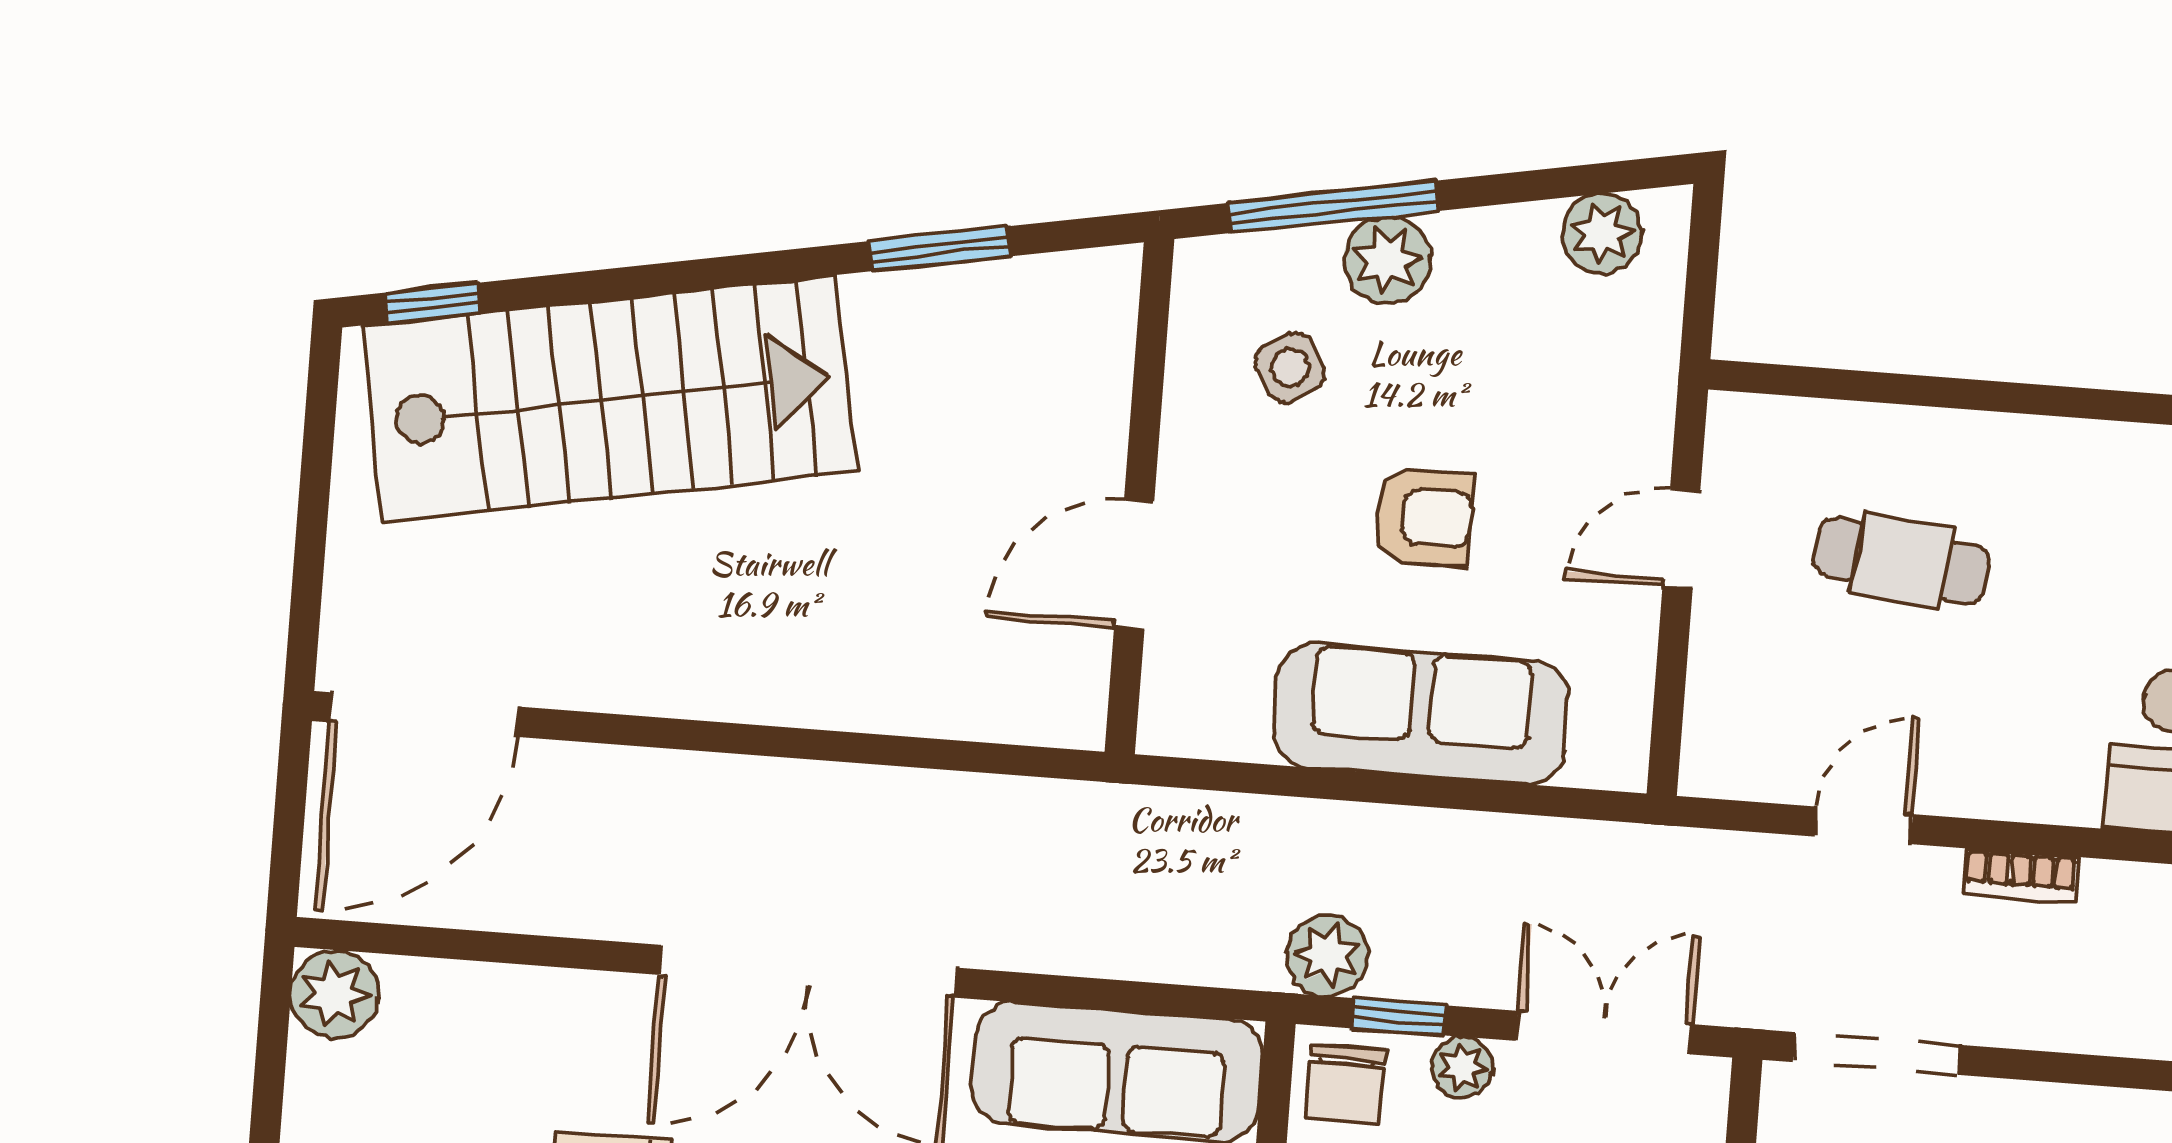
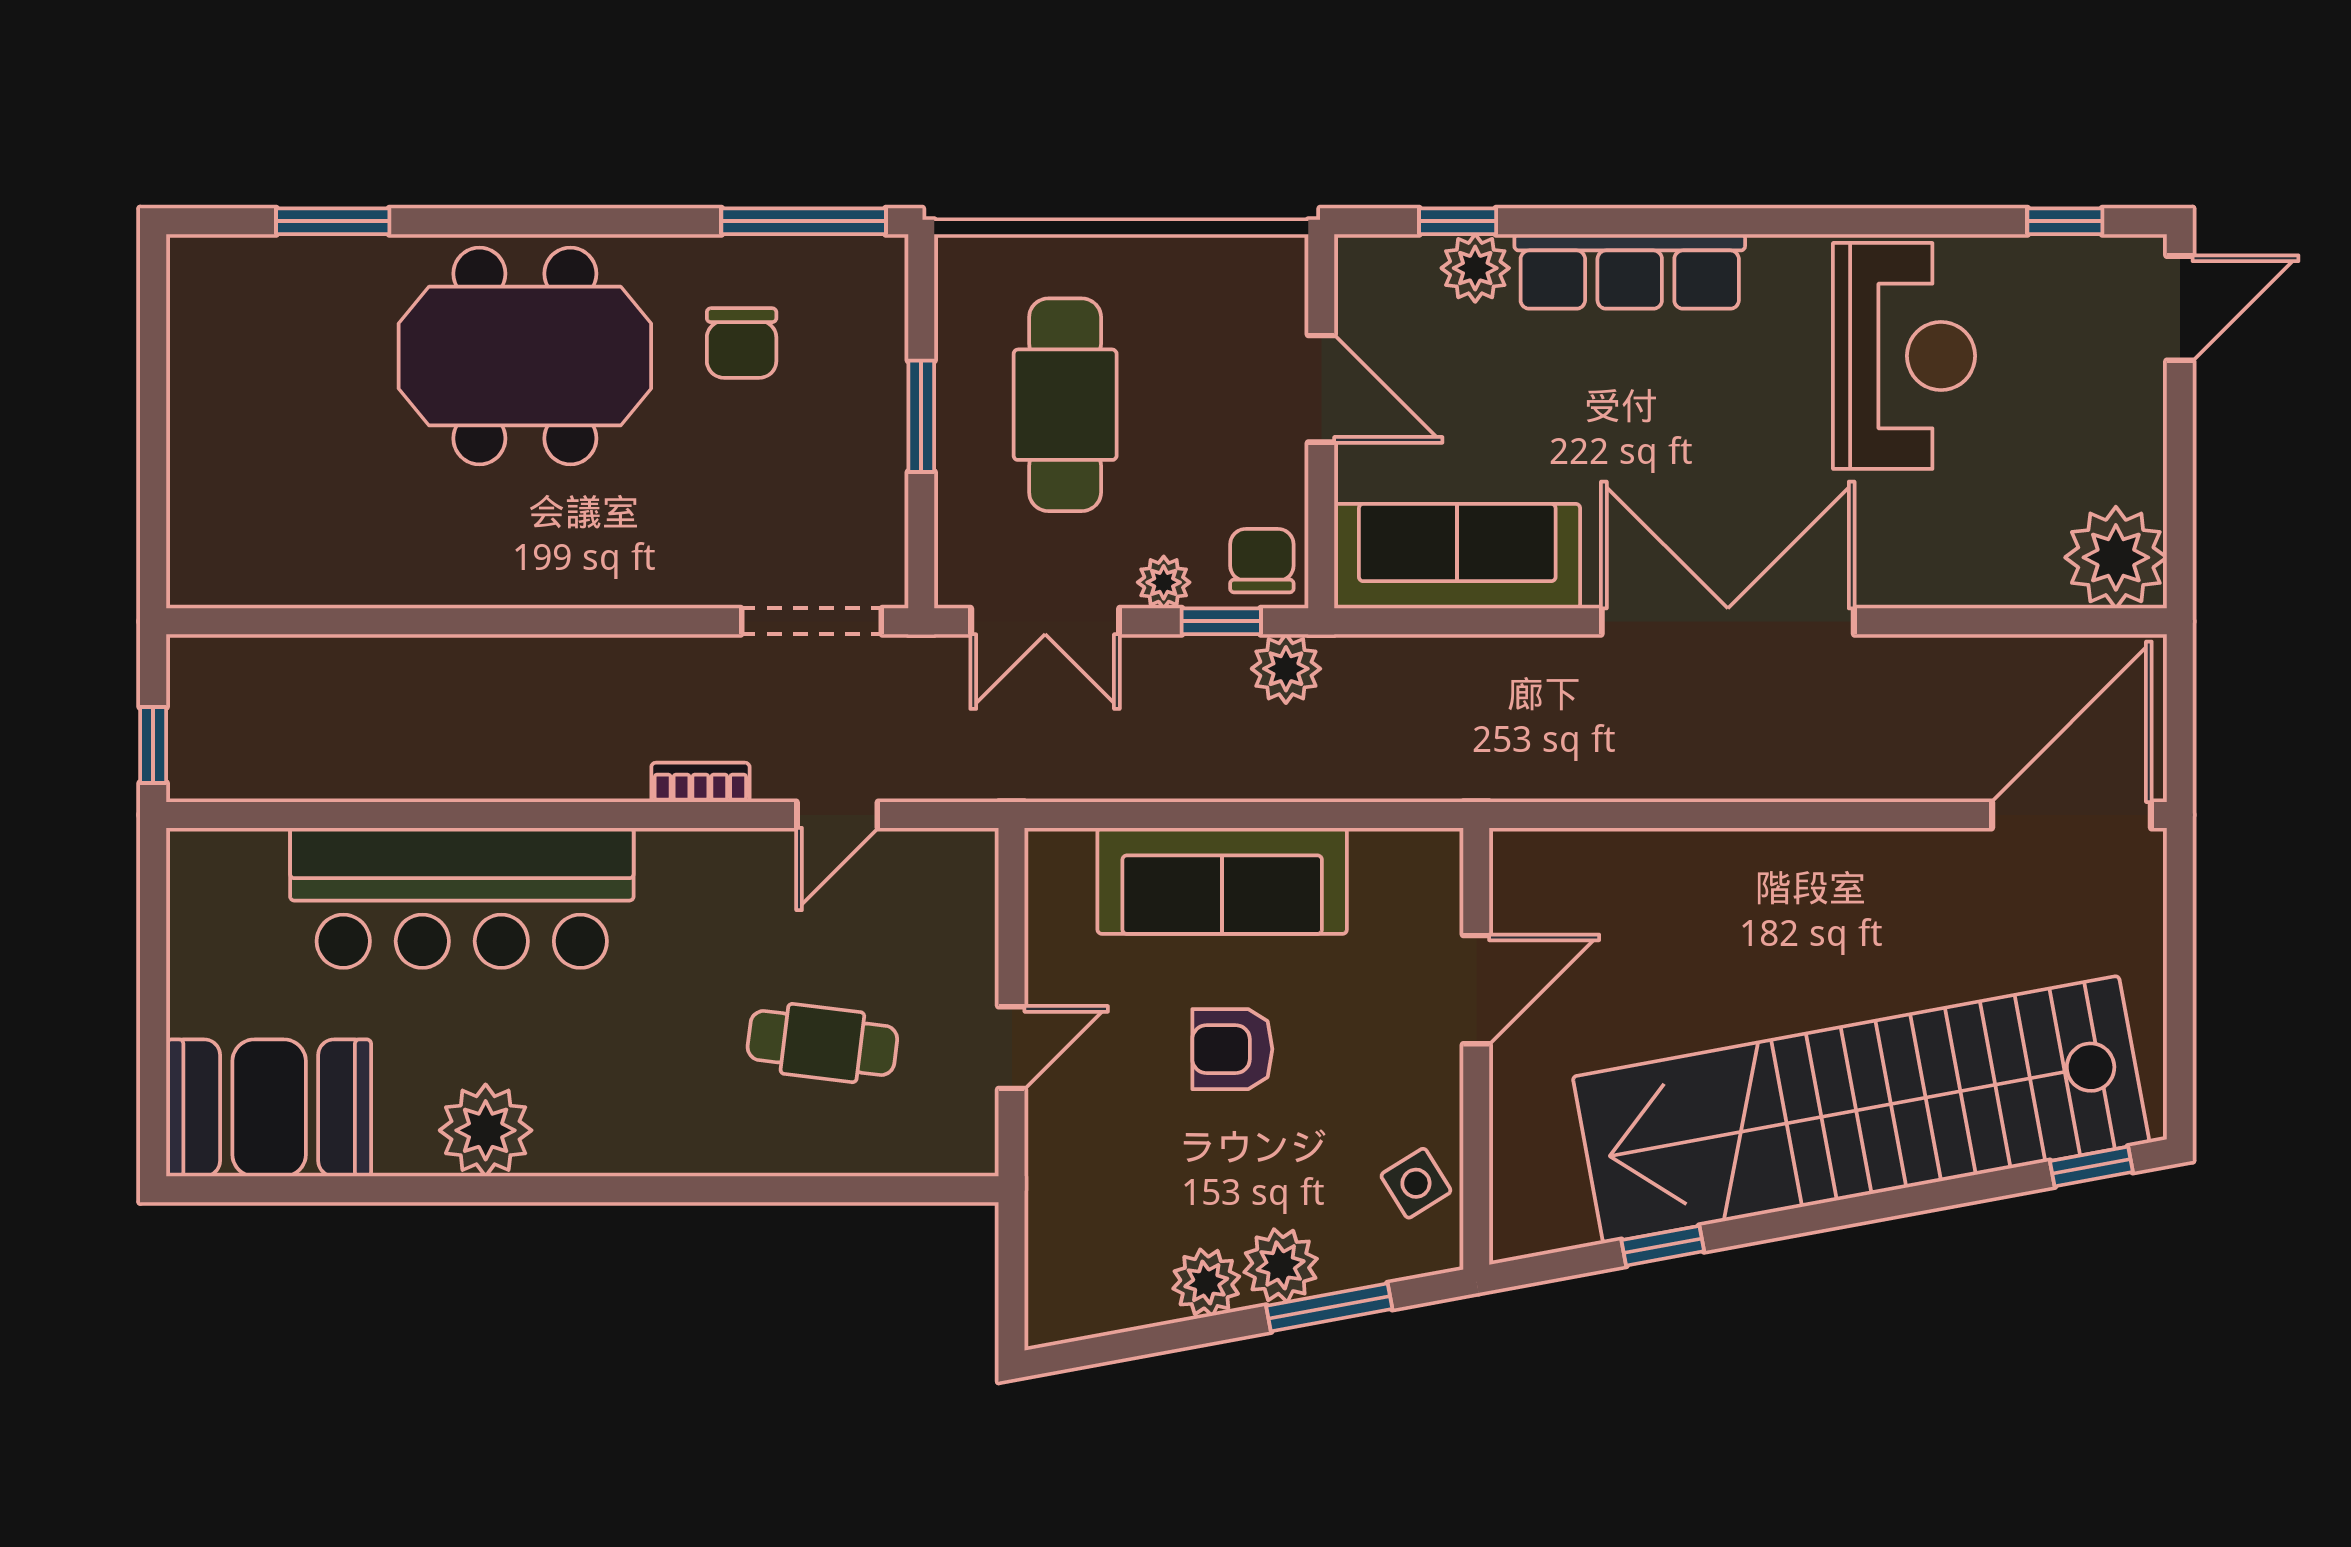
window: (1334, 207) -> (1329, 1307), width x0.69
plant: (1602, 233) -> (1206, 1283), moved
window: (940, 249) -> (1663, 1246), width x0.67
side table: (1290, 367) -> (1416, 1183), moved
stairs: (610, 399) -> (1861, 1110), width x1.36
plant: (335, 994) -> (2116, 557), width x1.36, depth x1.36

